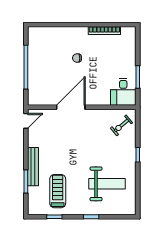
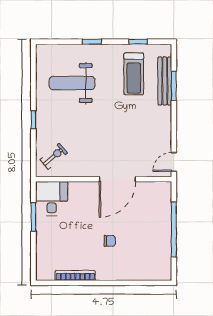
bench: (33, 167) -> (165, 81), moved

